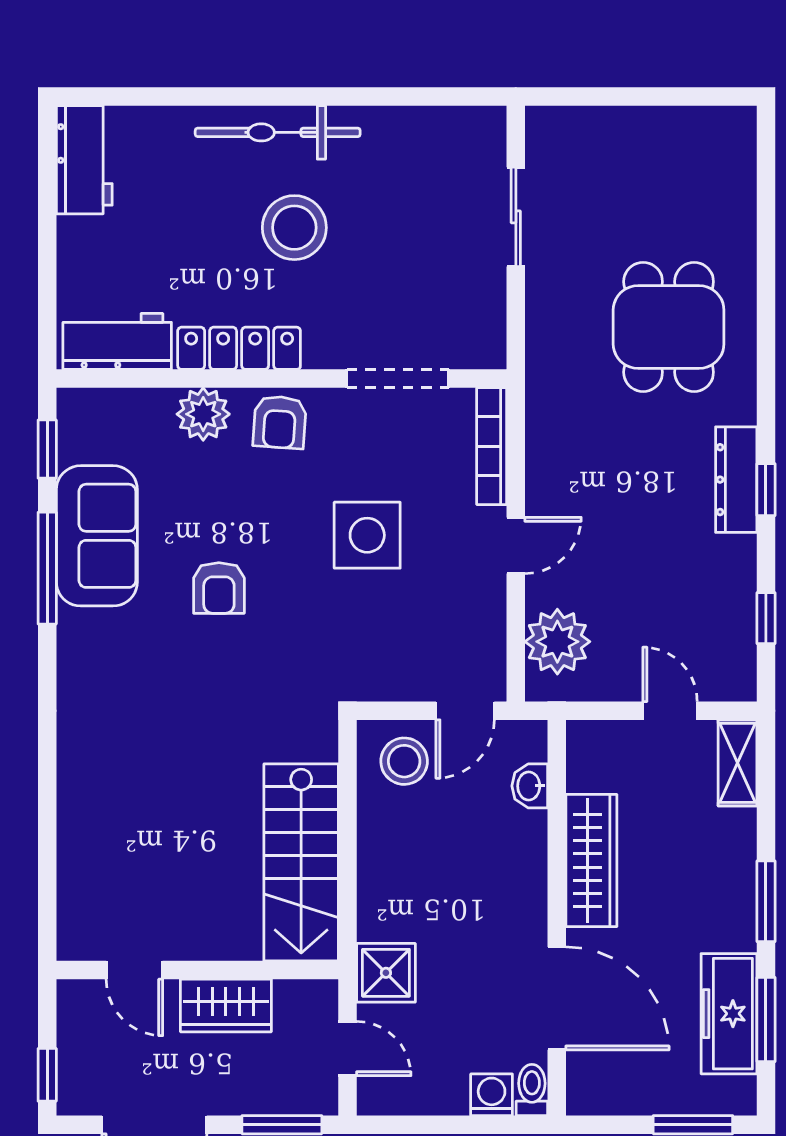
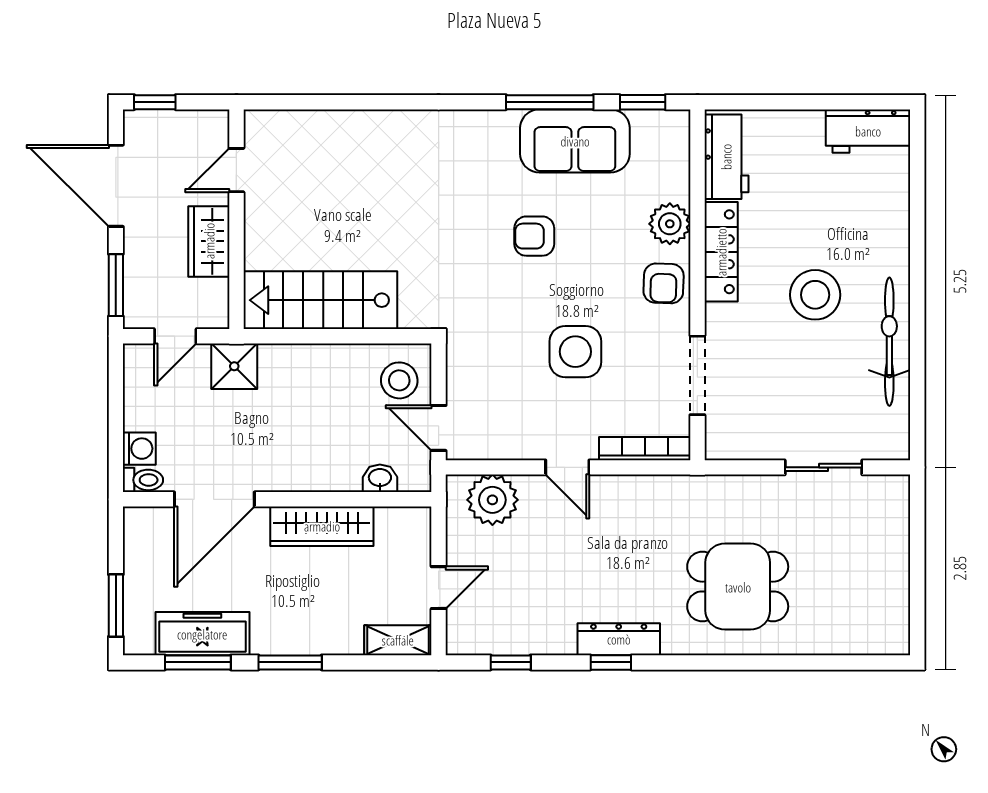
bicycle: (278, 132) -> (889, 342), moved
armchair: (280, 422) -> (664, 283), turned -92

